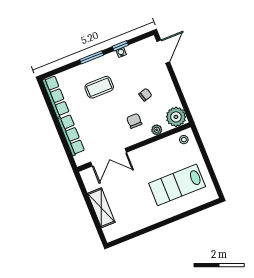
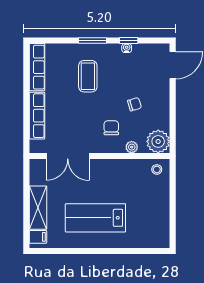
coffee table: (99, 87) -> (88, 76), turned 90
lab bench: (177, 185) -> (95, 218), moved
filing cabinet: (111, 231) -> (38, 237), added

